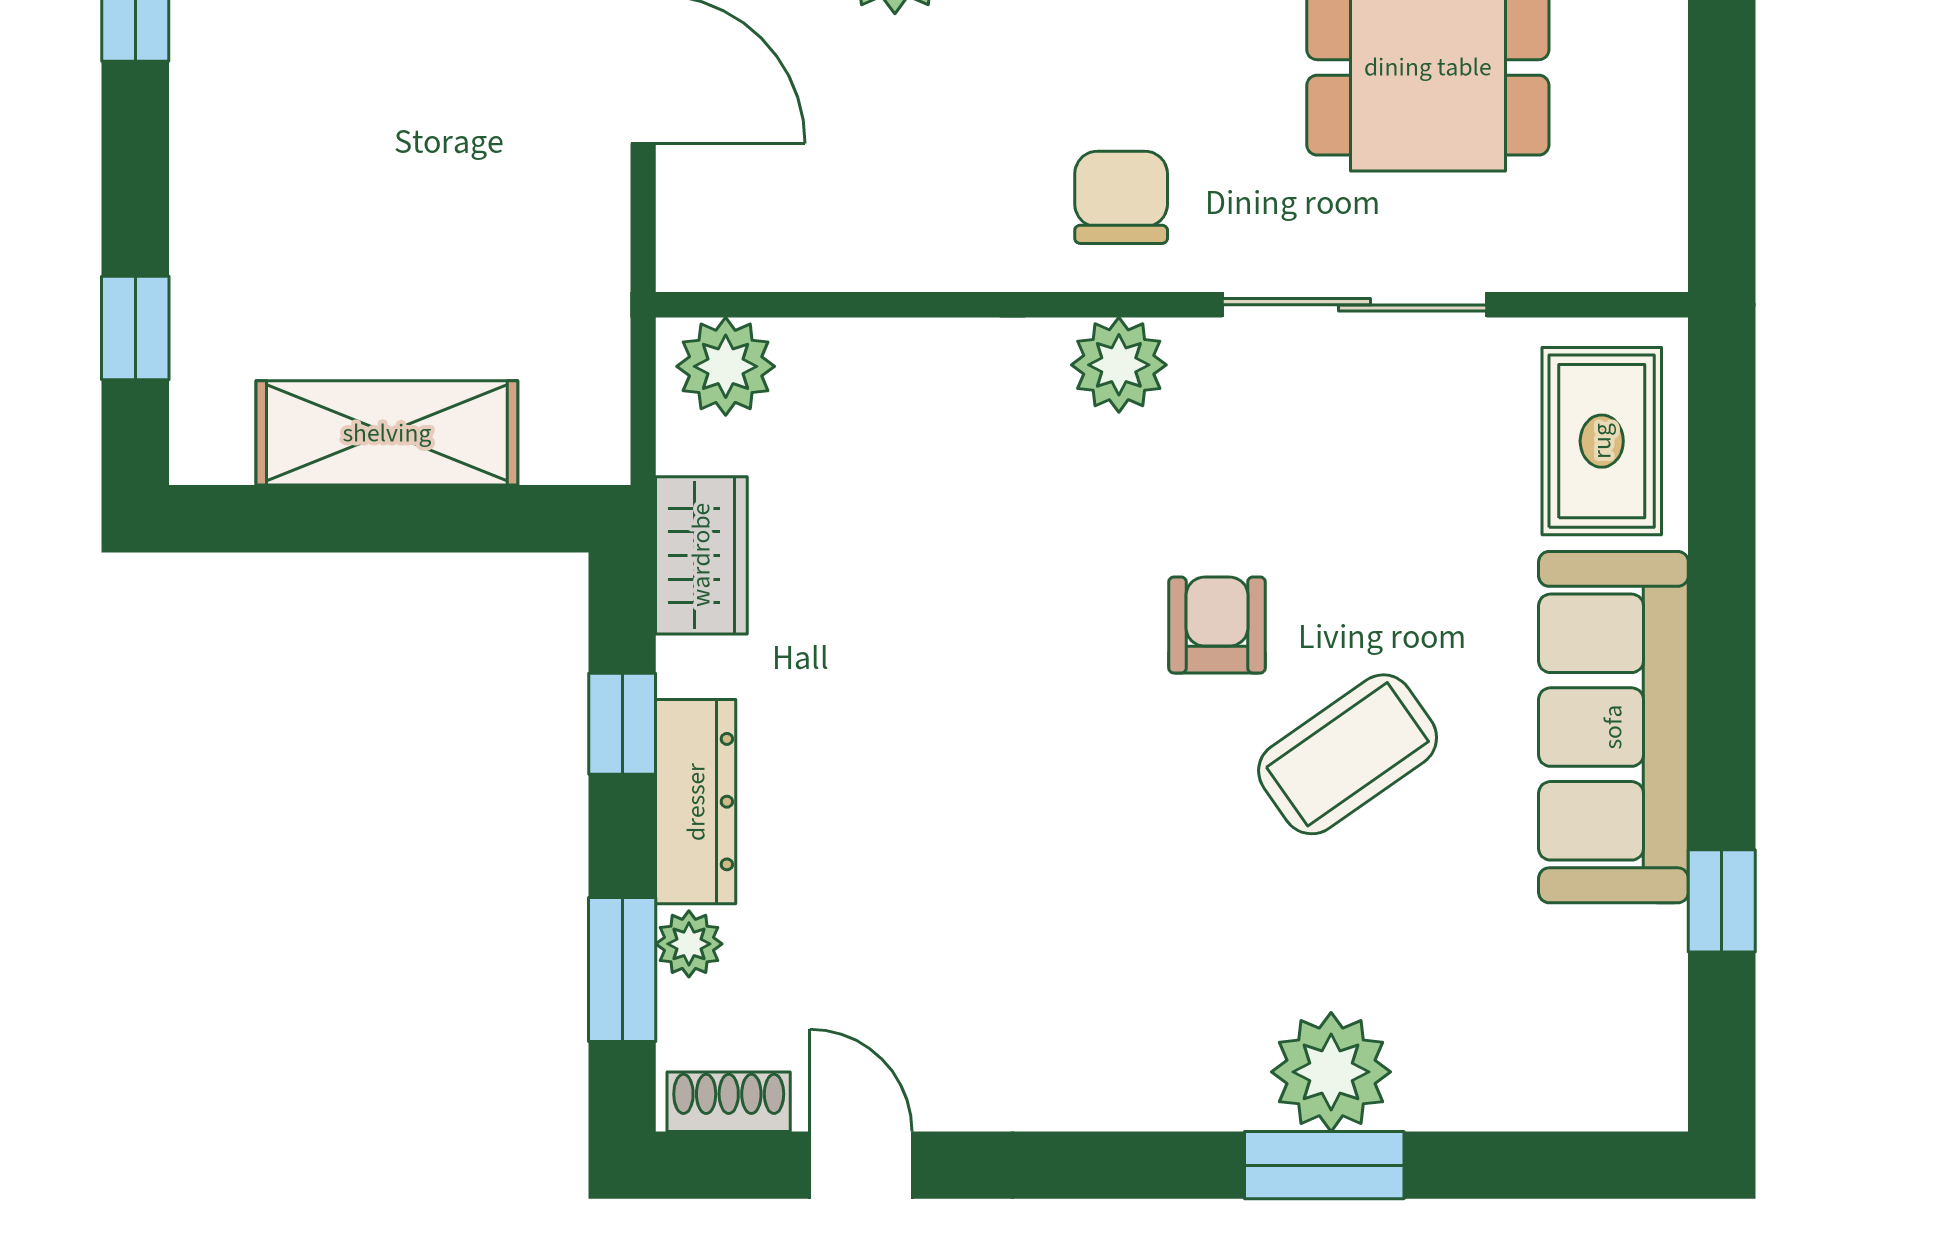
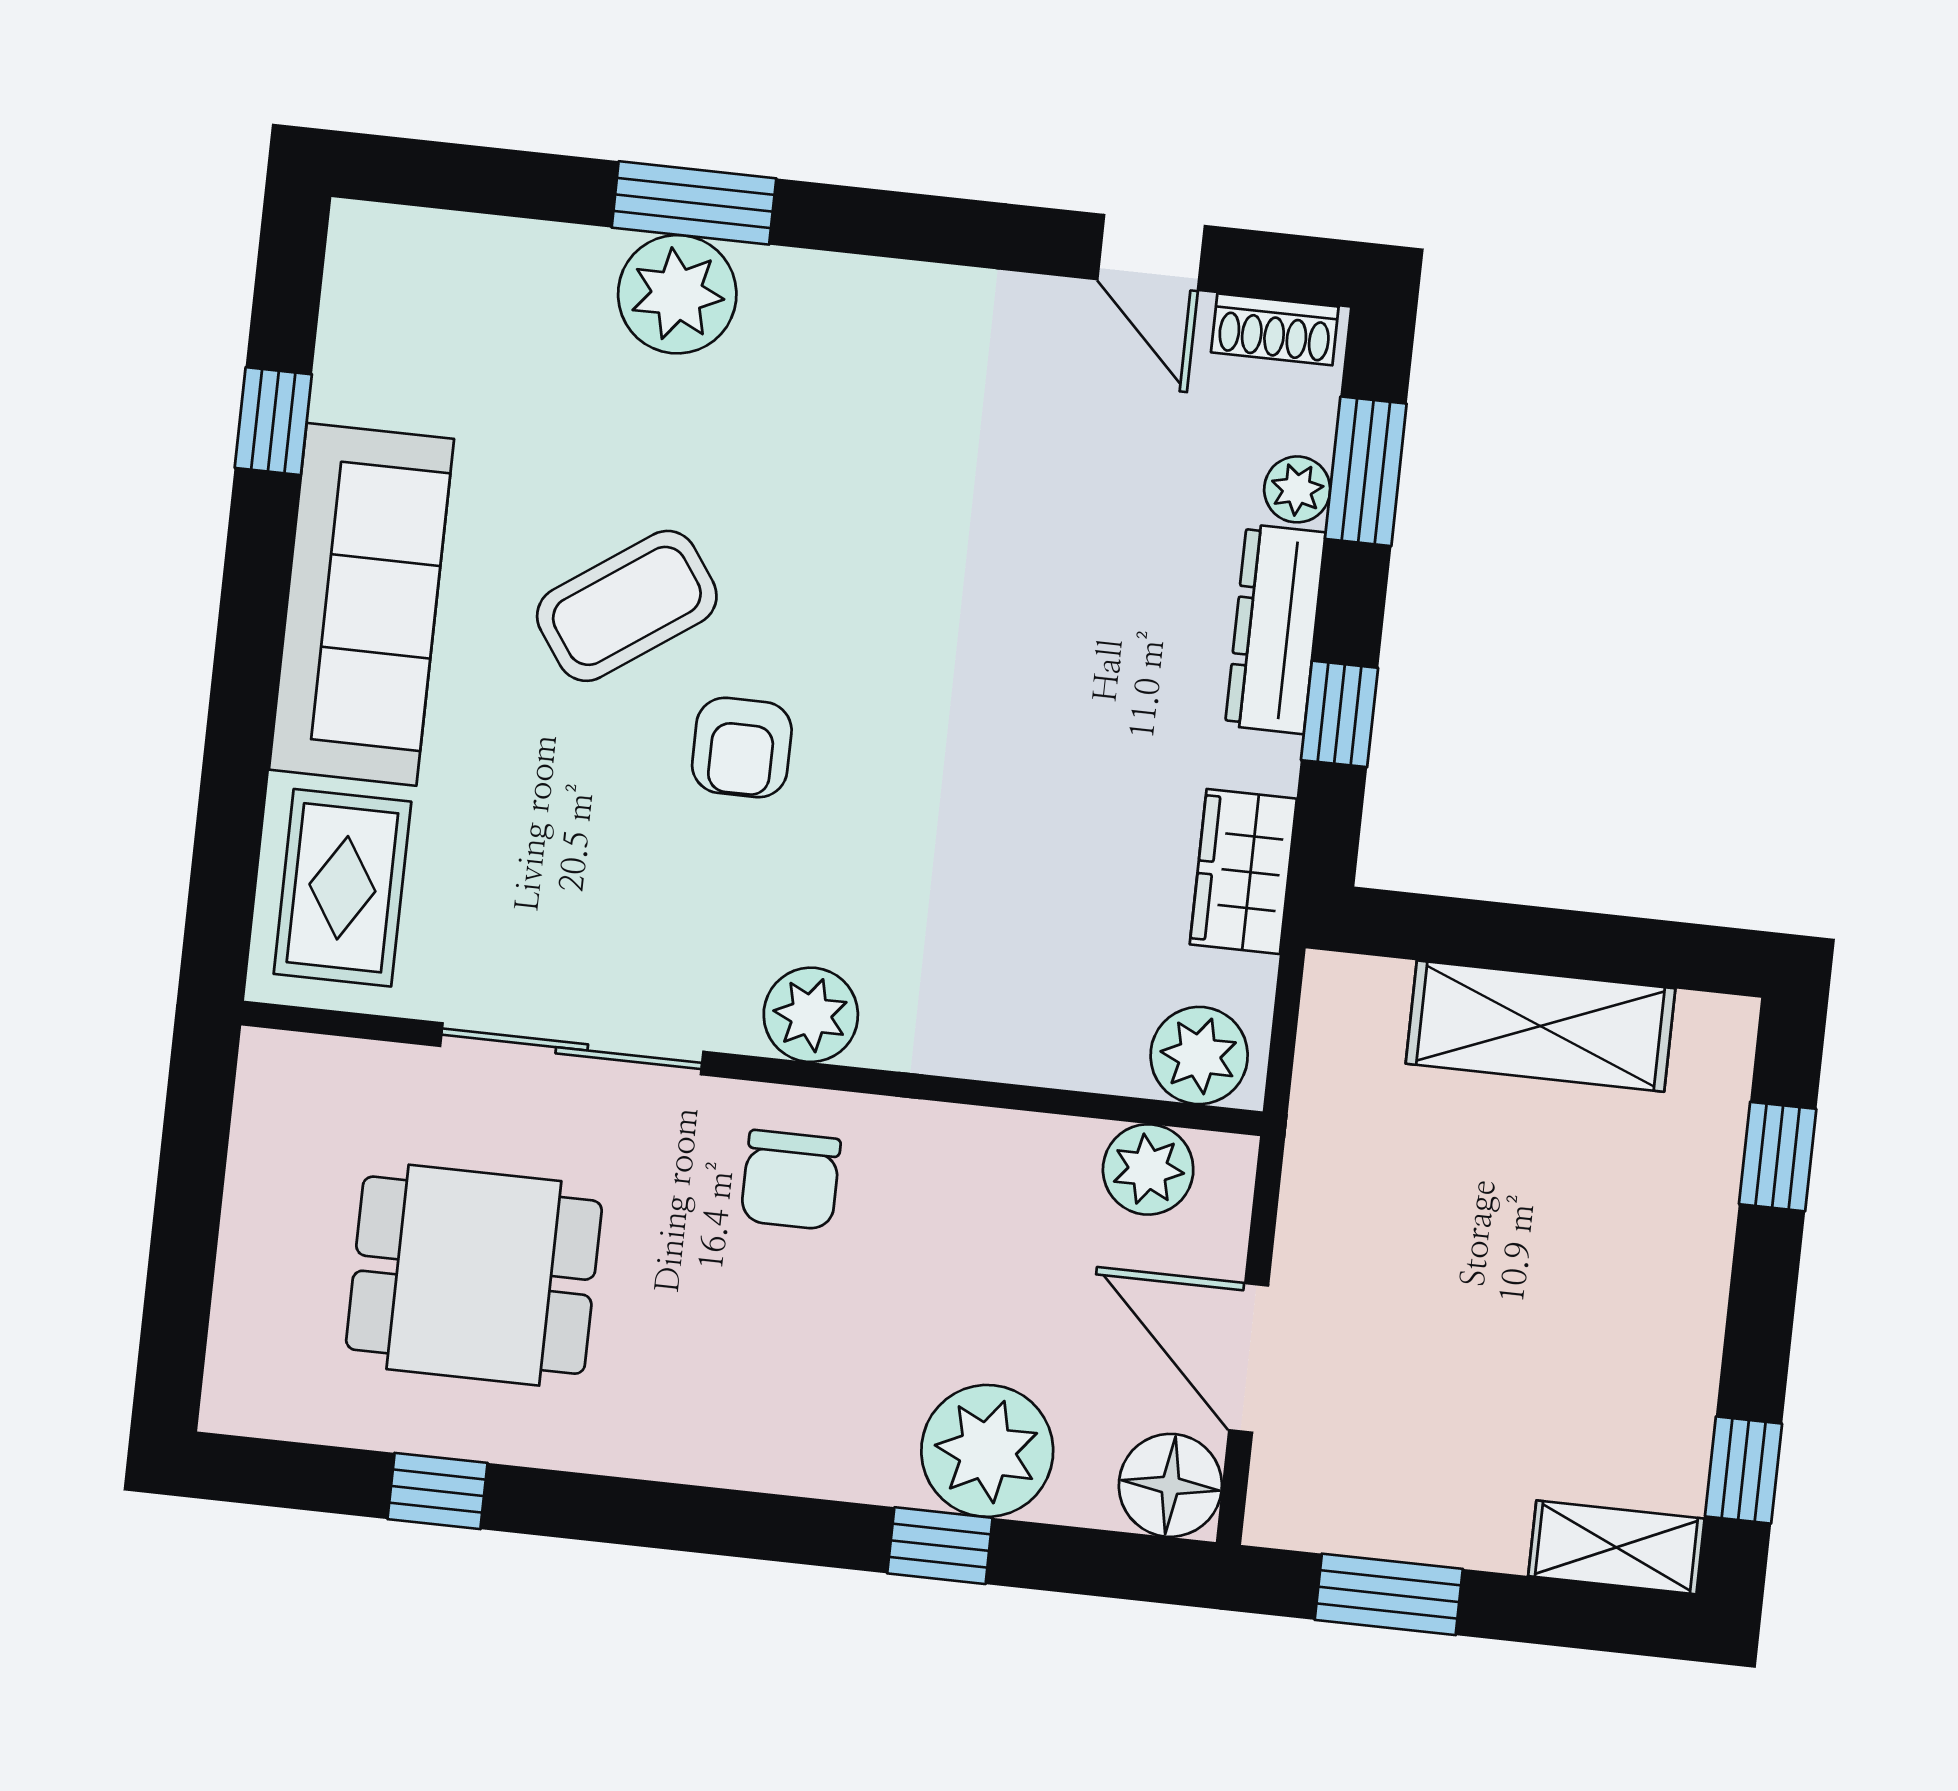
plant: (764, 247) -> (1148, 1169), added

